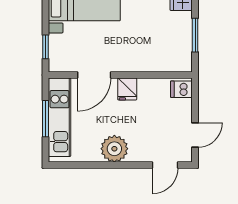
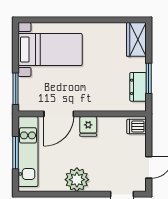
dresser: (183, 45) -> (138, 87), added
window: (46, 47) -> (16, 89), width x1.50

